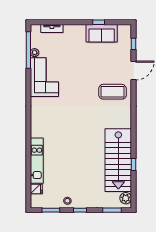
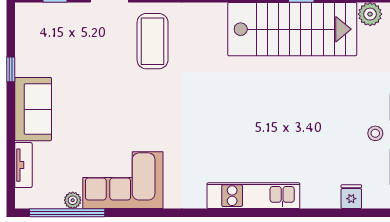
sofa: (102, 33) -> (33, 109), moved
kitchen unit: (37, 161) -> (253, 196), moved

